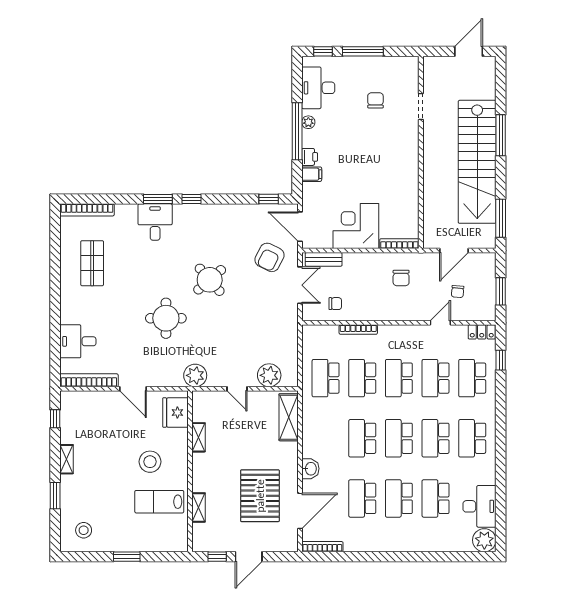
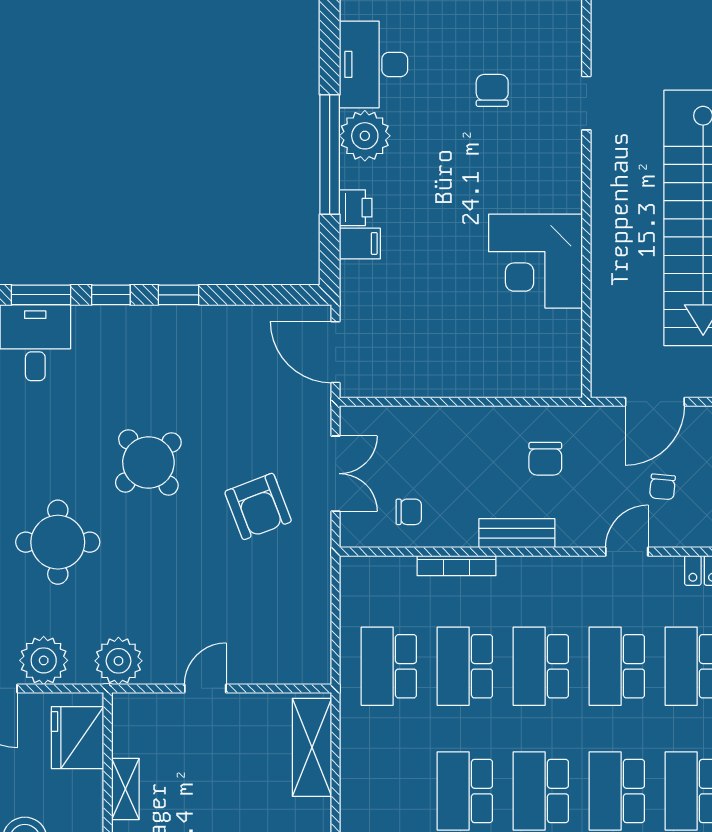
plant: (308, 122) -> (365, 136), width x1.88, depth x1.88
window: (269, 199) -> (178, 295), moved
corner desk: (356, 226) -> (536, 261), moved, turned -90
bookcase: (399, 244) -> (542, 387), removed
armchair: (270, 257) -> (258, 506), moved, turned -48
bench: (324, 259) -> (517, 533), moved
plant: (269, 375) -> (44, 660), moved
door: (237, 389) -> (205, 688), swing flipped

